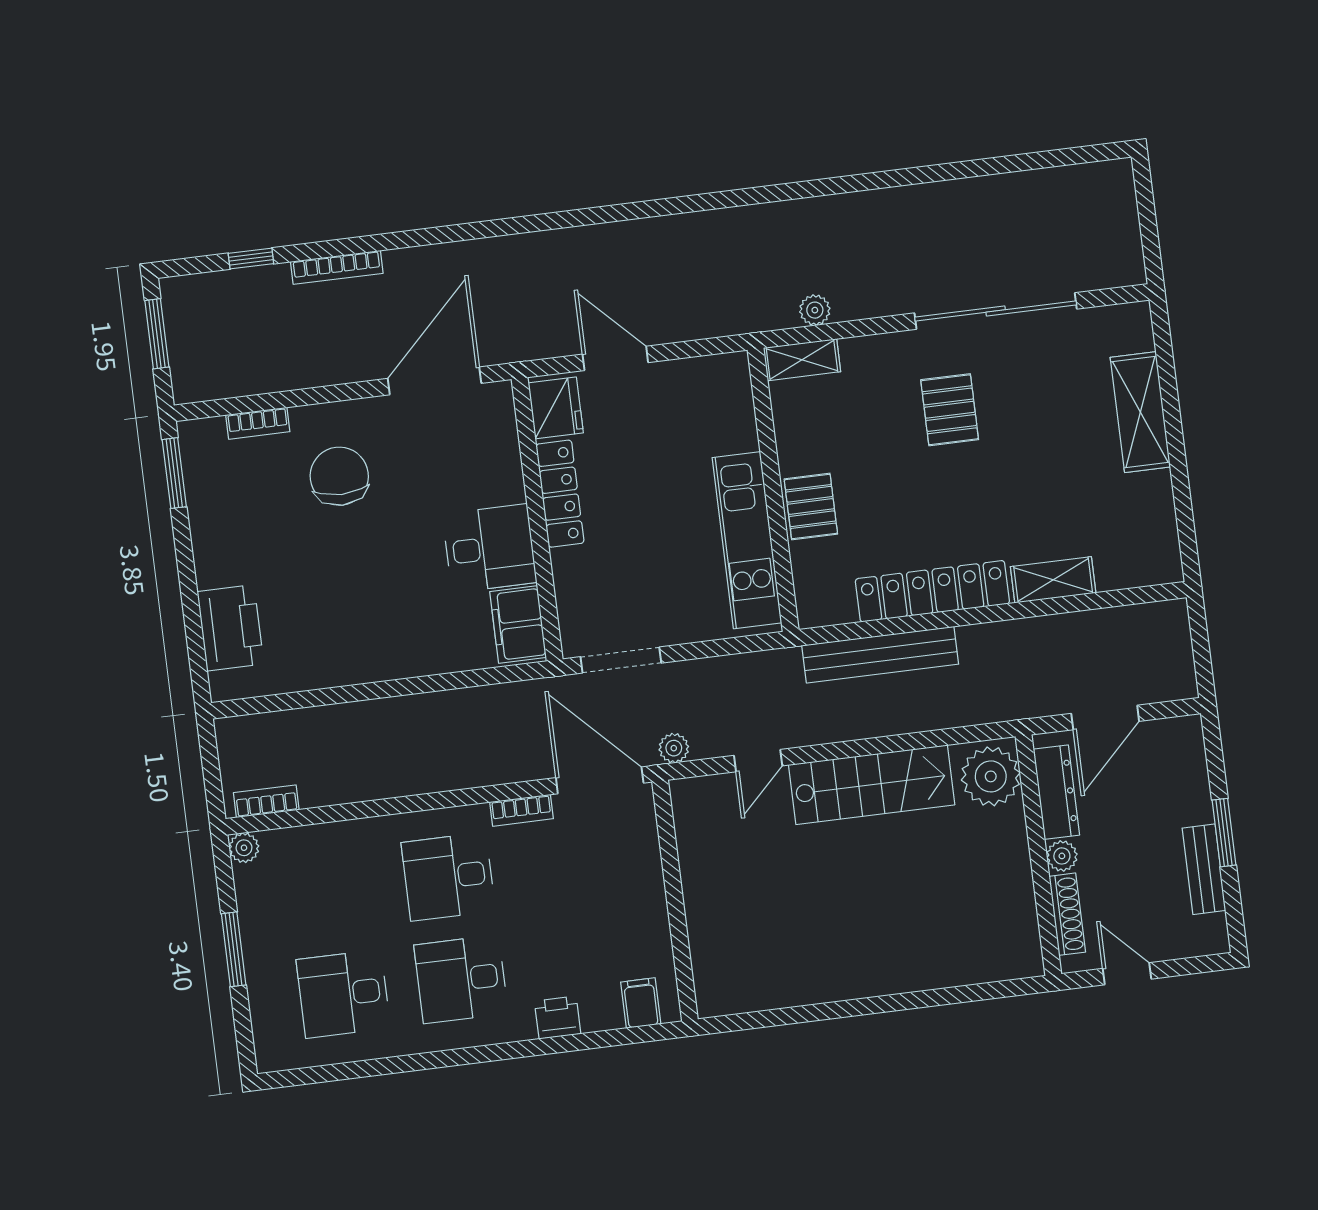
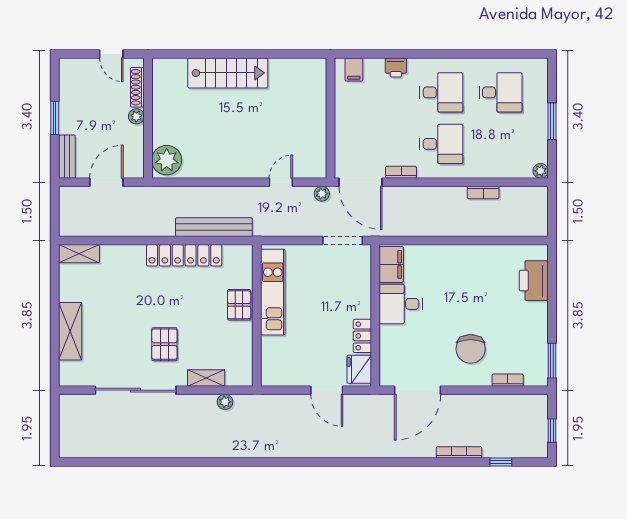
window: (157, 334) -> (552, 431), width x0.67
shelving: (802, 360) -> (206, 378), moved
locker: (560, 494) -> (362, 336), width x0.66
shelving: (1053, 580) -> (79, 254), moved
stairs: (872, 785) -> (228, 73), moved, turned 180
dresser: (1056, 792) -> (135, 148), removed
bookcase: (266, 801) -> (483, 192), moved
bench: (1204, 869) -> (67, 157), moved

